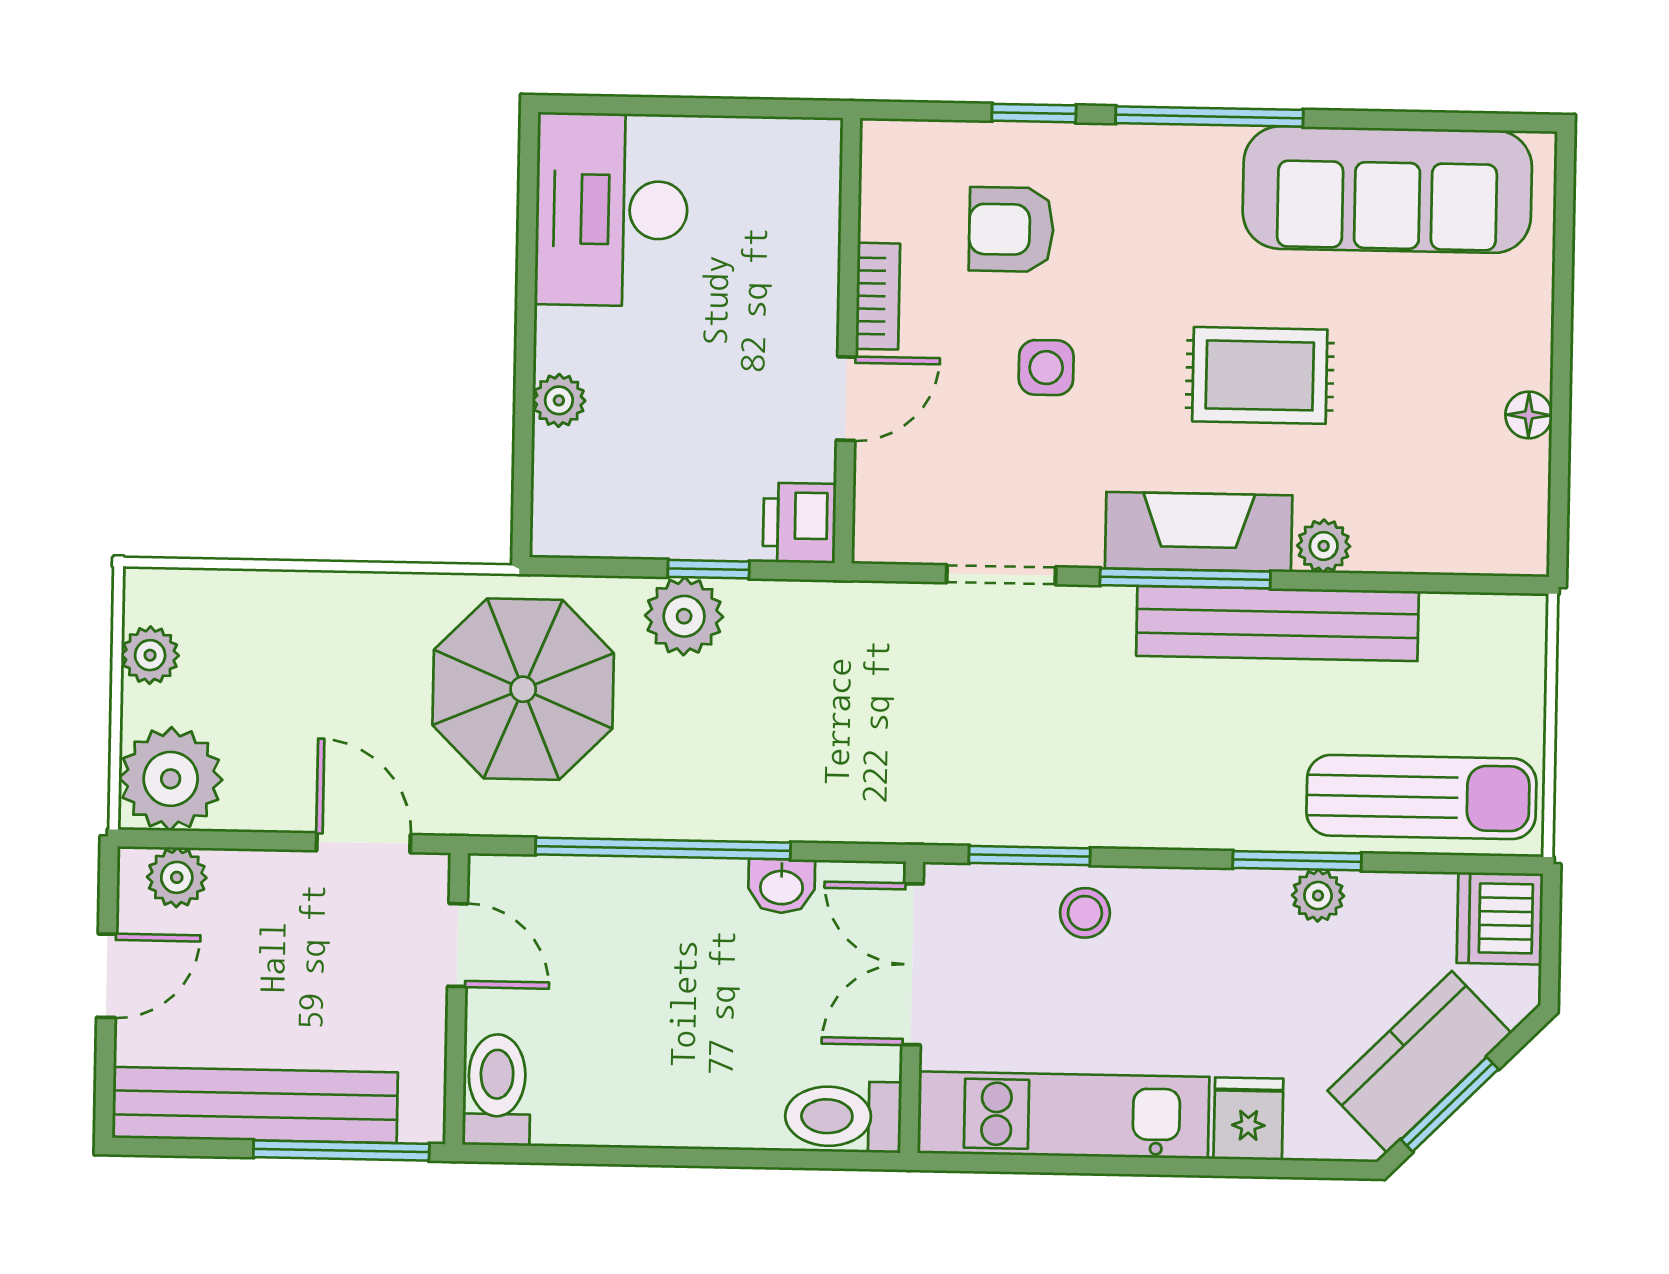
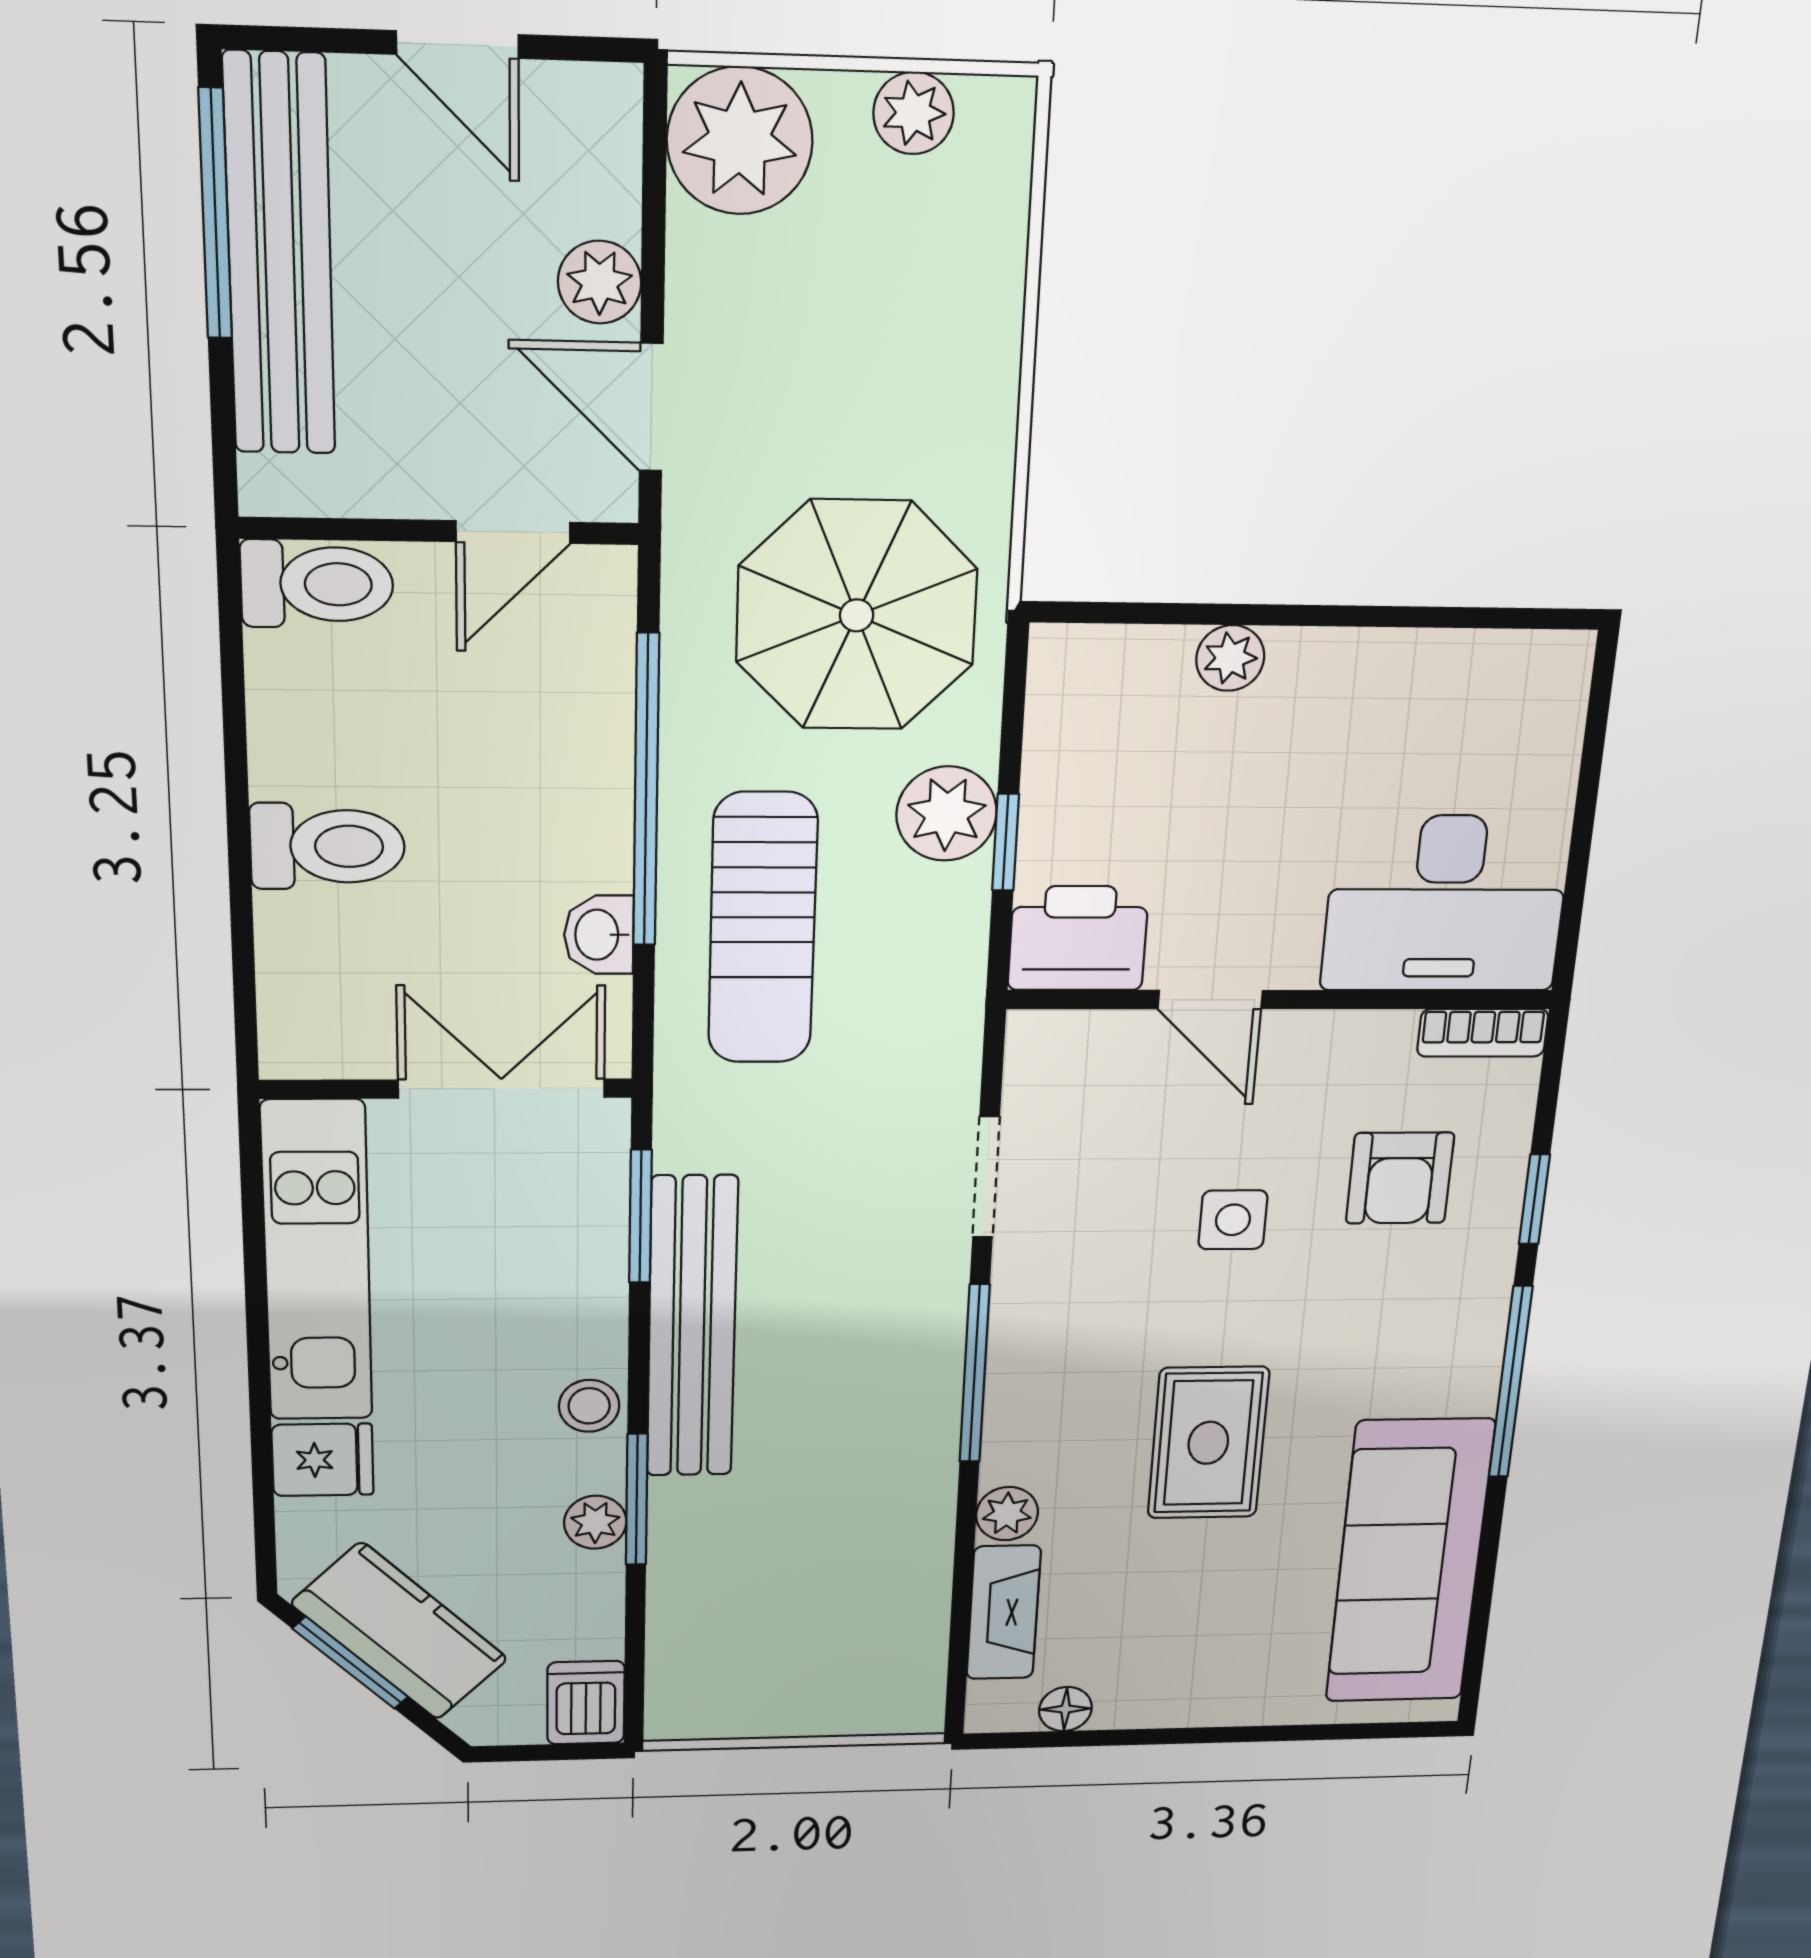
desk: (612, 210) -> (1446, 904), moved, turned 180
armchair: (1011, 229) -> (1400, 1178), turned 180
bookcase: (878, 296) -> (1483, 1033), moved
floor lamp: (1529, 415) -> (1065, 1709), moved
printer: (799, 523) -> (1078, 938), width x1.36, depth x1.24
fireplace: (1199, 532) -> (1004, 1613), moved, width x0.73, depth x0.76
bench: (1277, 624) -> (692, 1328), moved
sun lounger: (1421, 797) -> (763, 929), moved
door: (364, 843) -> (651, 407), swing flipped
plant: (177, 877) -> (600, 282), moved
stool: (1085, 913) -> (589, 1406), moved
dishwasher: (1500, 918) -> (586, 1703), width x0.73
toilet: (843, 1117) -> (327, 846), moved, turned 90
window: (341, 1151) -> (215, 214), moved

